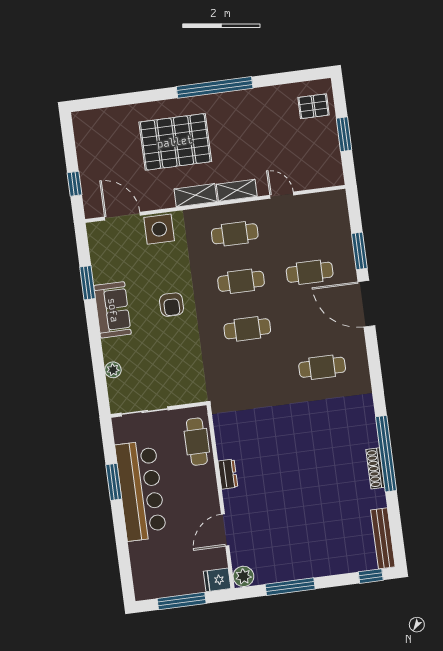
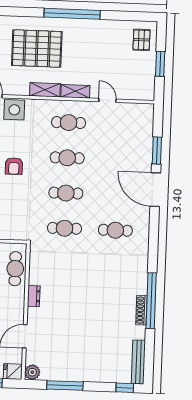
pallet: (313, 106) -> (141, 40), turned 90
cafe table: (310, 272) -> (64, 228), moved

